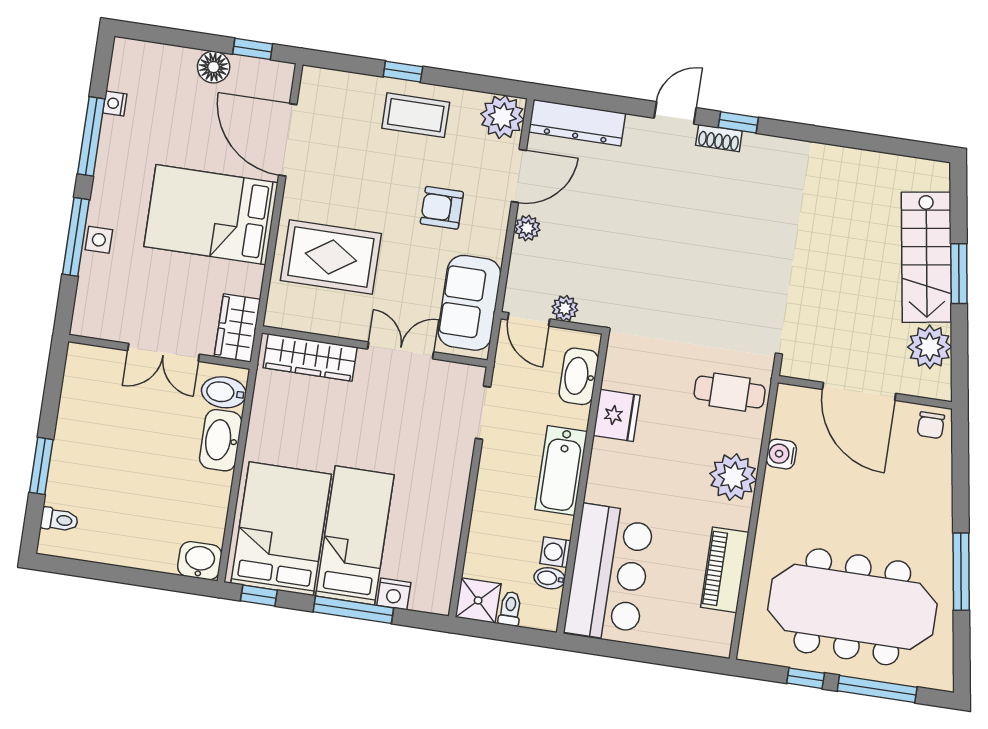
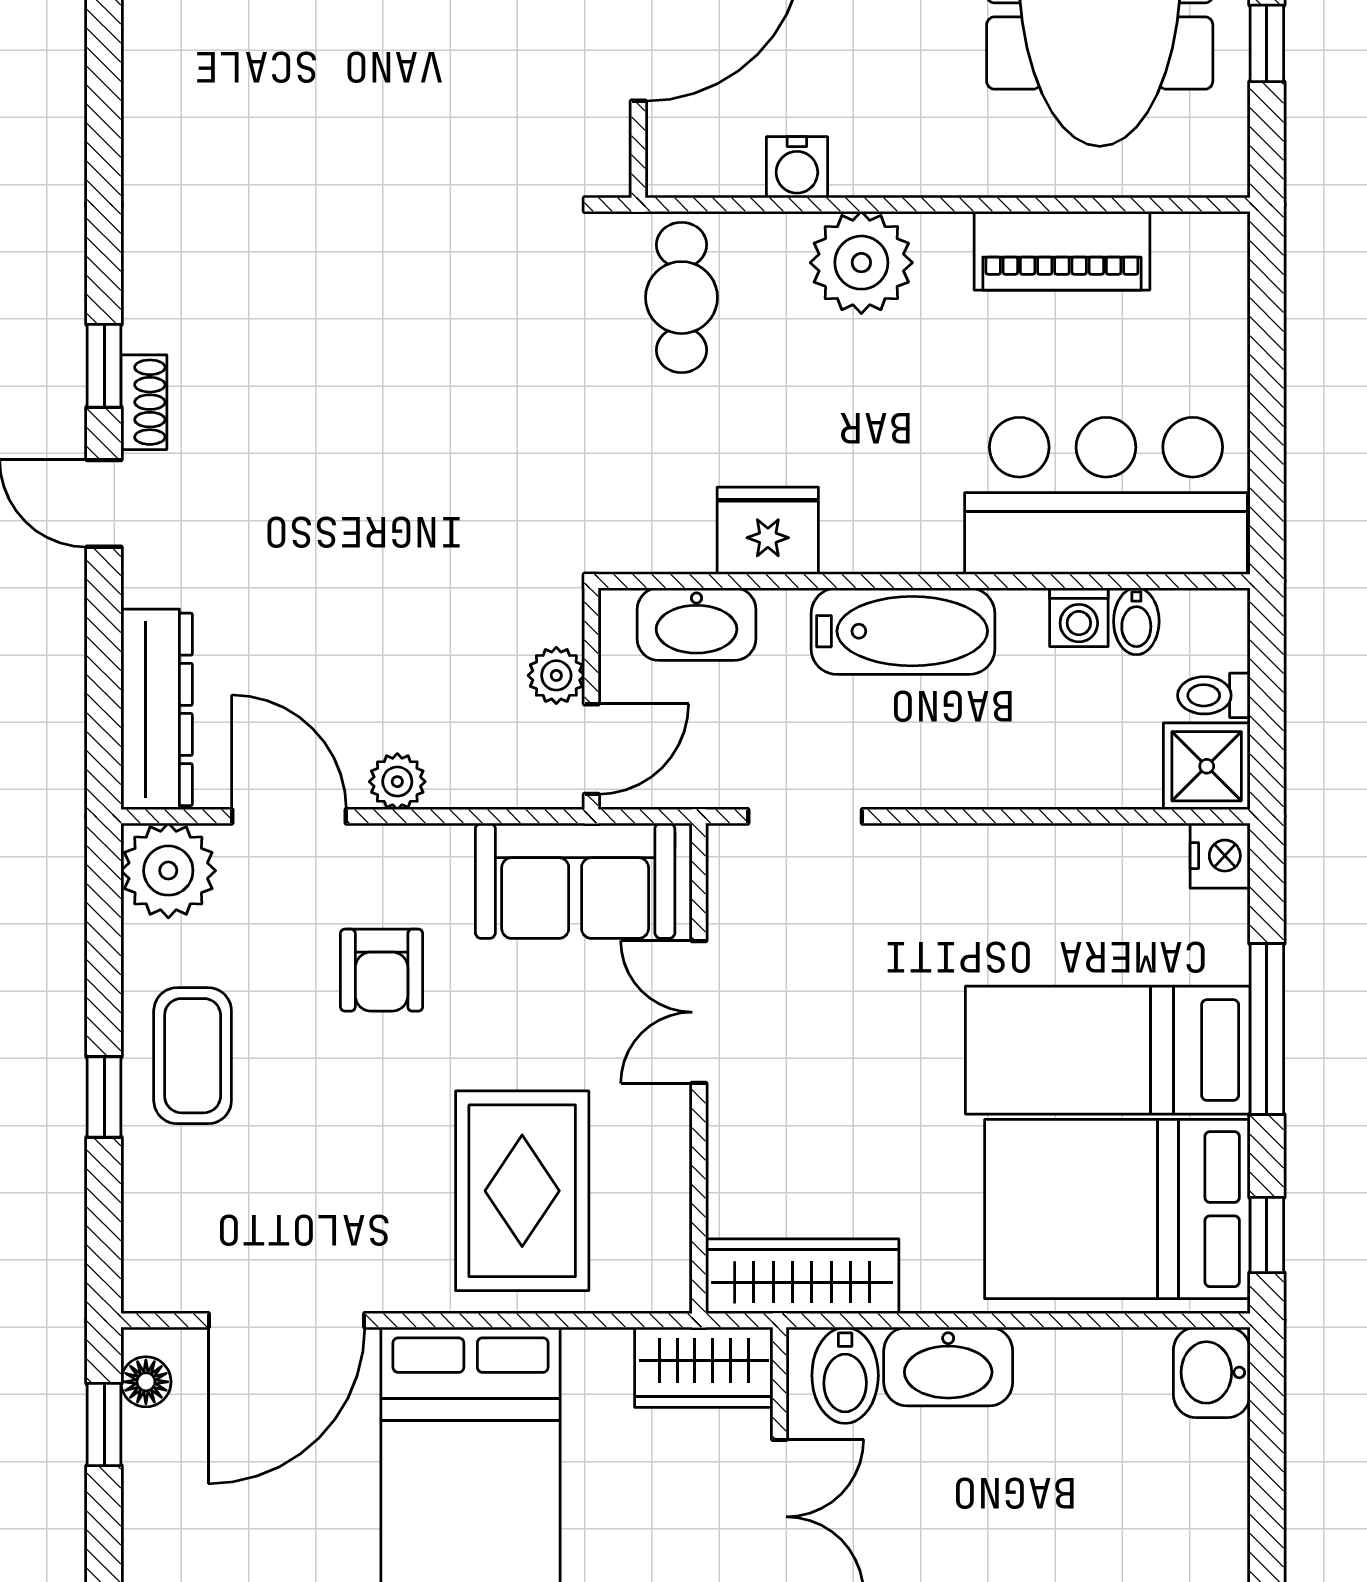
floor lamp: (214, 67) -> (146, 1382), moved, width x0.73, depth x0.73
wardrobe: (310, 357) -> (802, 1276), moved, turned -90
nightstand: (394, 594) -> (1220, 856), moved

